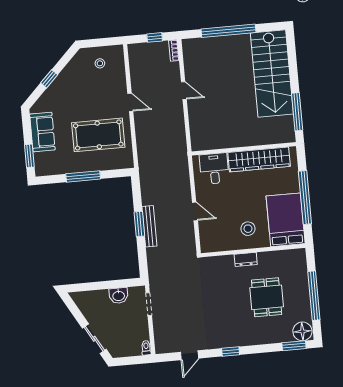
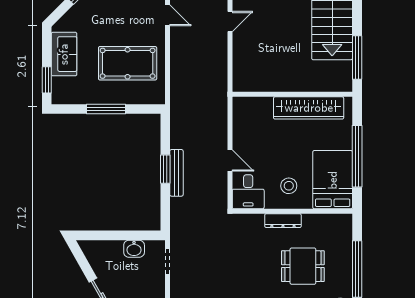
door: (184, 91) -> (230, 21), hinge flipped
door: (130, 102) -> (168, 15), moved
desk: (214, 169) -> (248, 192), moved, turned 180
dresser: (246, 259) -> (283, 221), width x1.44
dining table: (267, 297) -> (303, 266), turned 90

